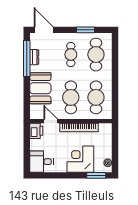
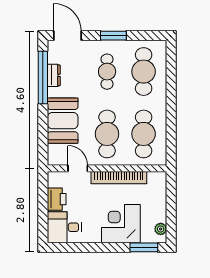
window: (86, 30) -> (113, 36), moved
printer: (36, 131) -> (57, 199), moved

